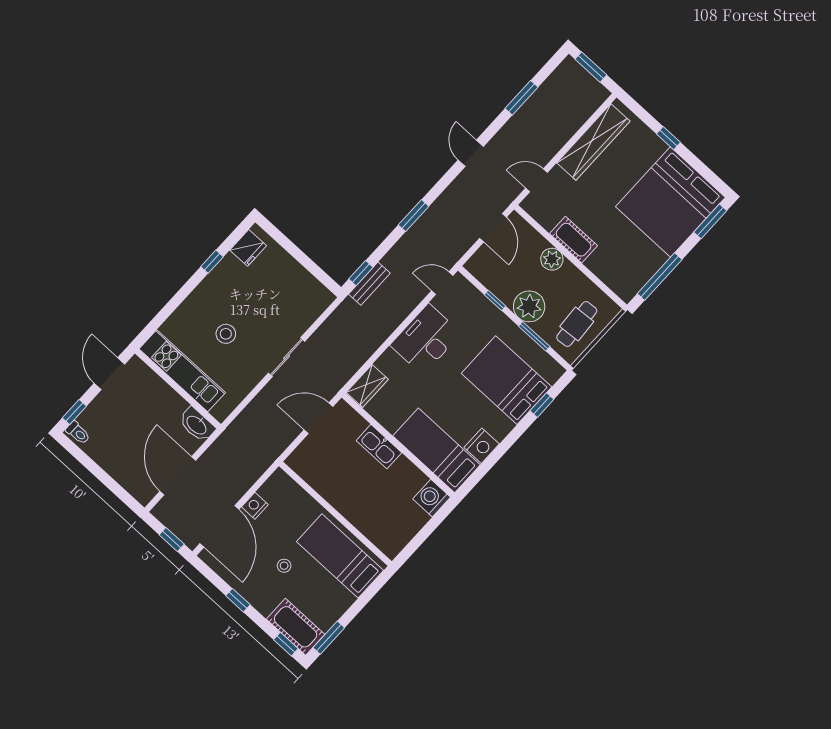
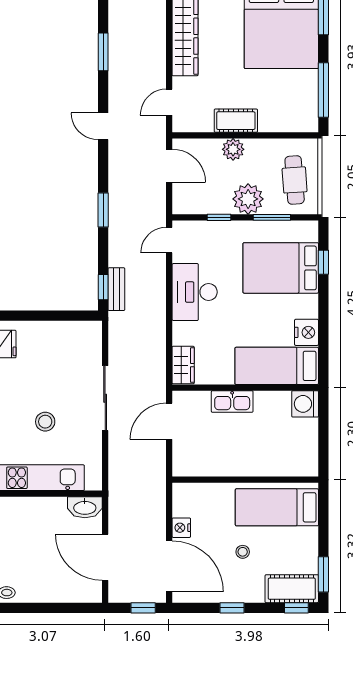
sliding door: (287, 357) -> (105, 398), width x1.37

